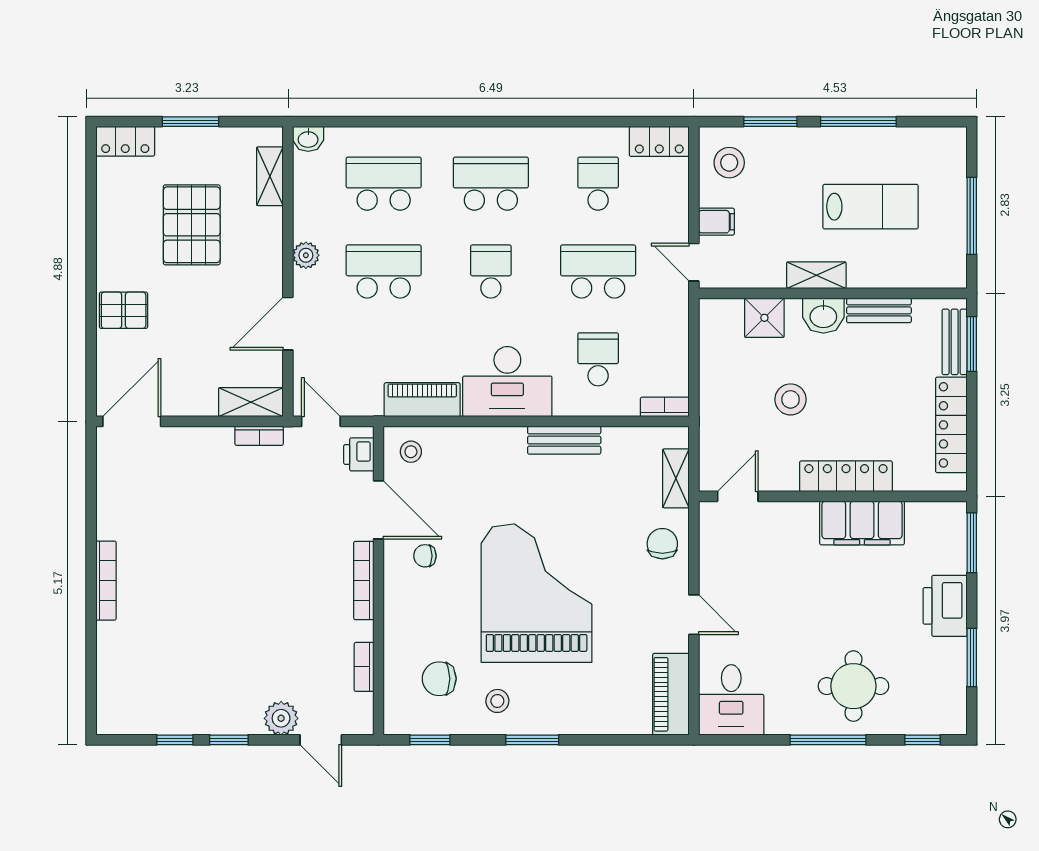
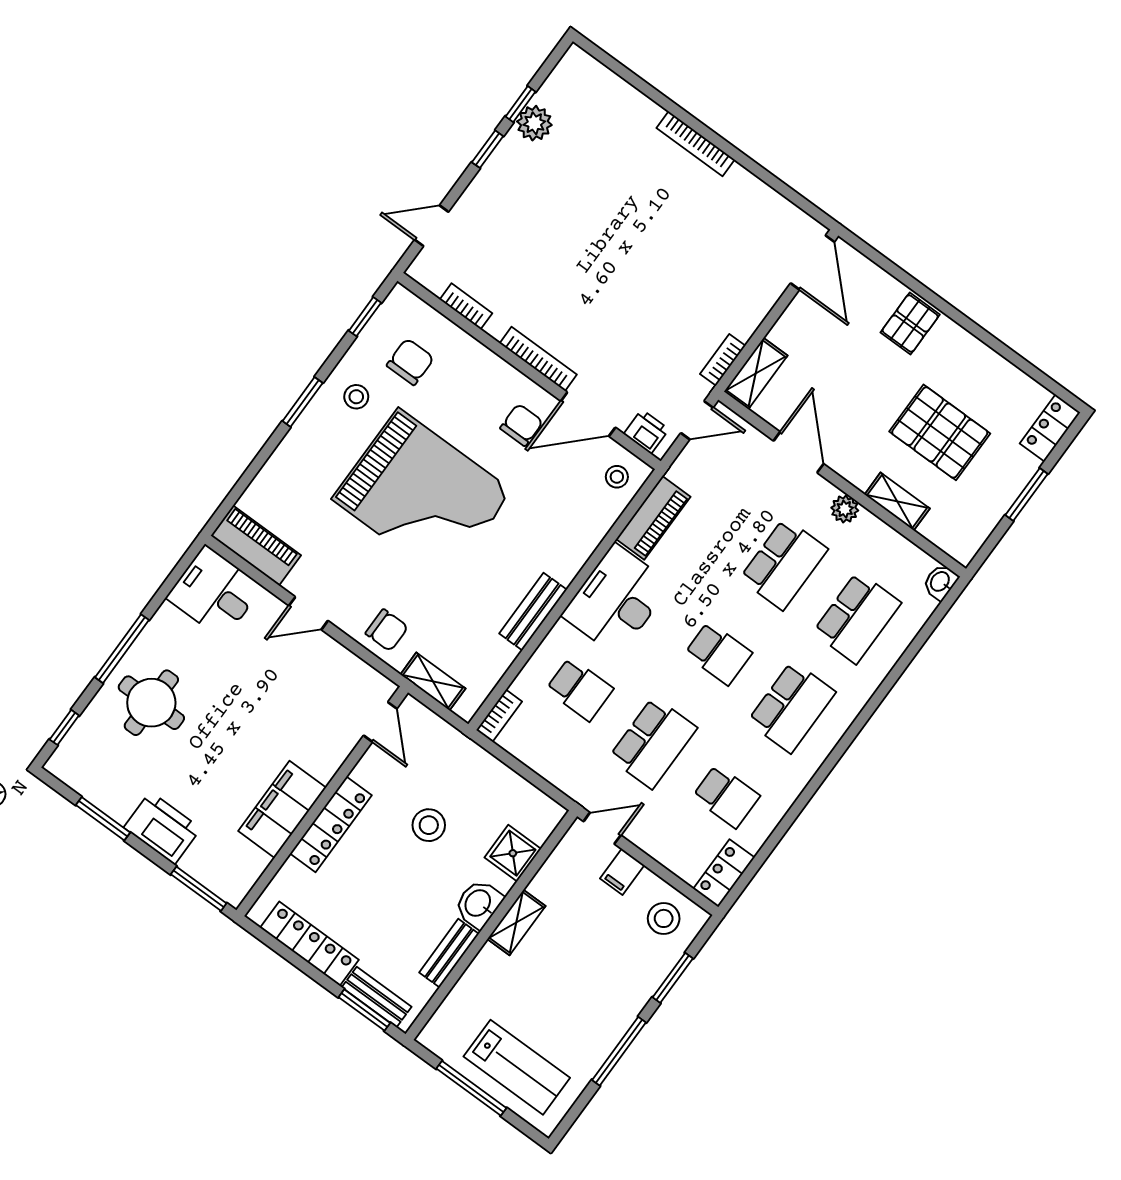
shelving: (270, 176) -> (897, 501), moved
lab bench: (871, 207) -> (517, 1067), moved, turned -90
chair: (425, 556) -> (522, 425), width x1.37, depth x1.37
plant: (281, 718) -> (534, 123), moved

